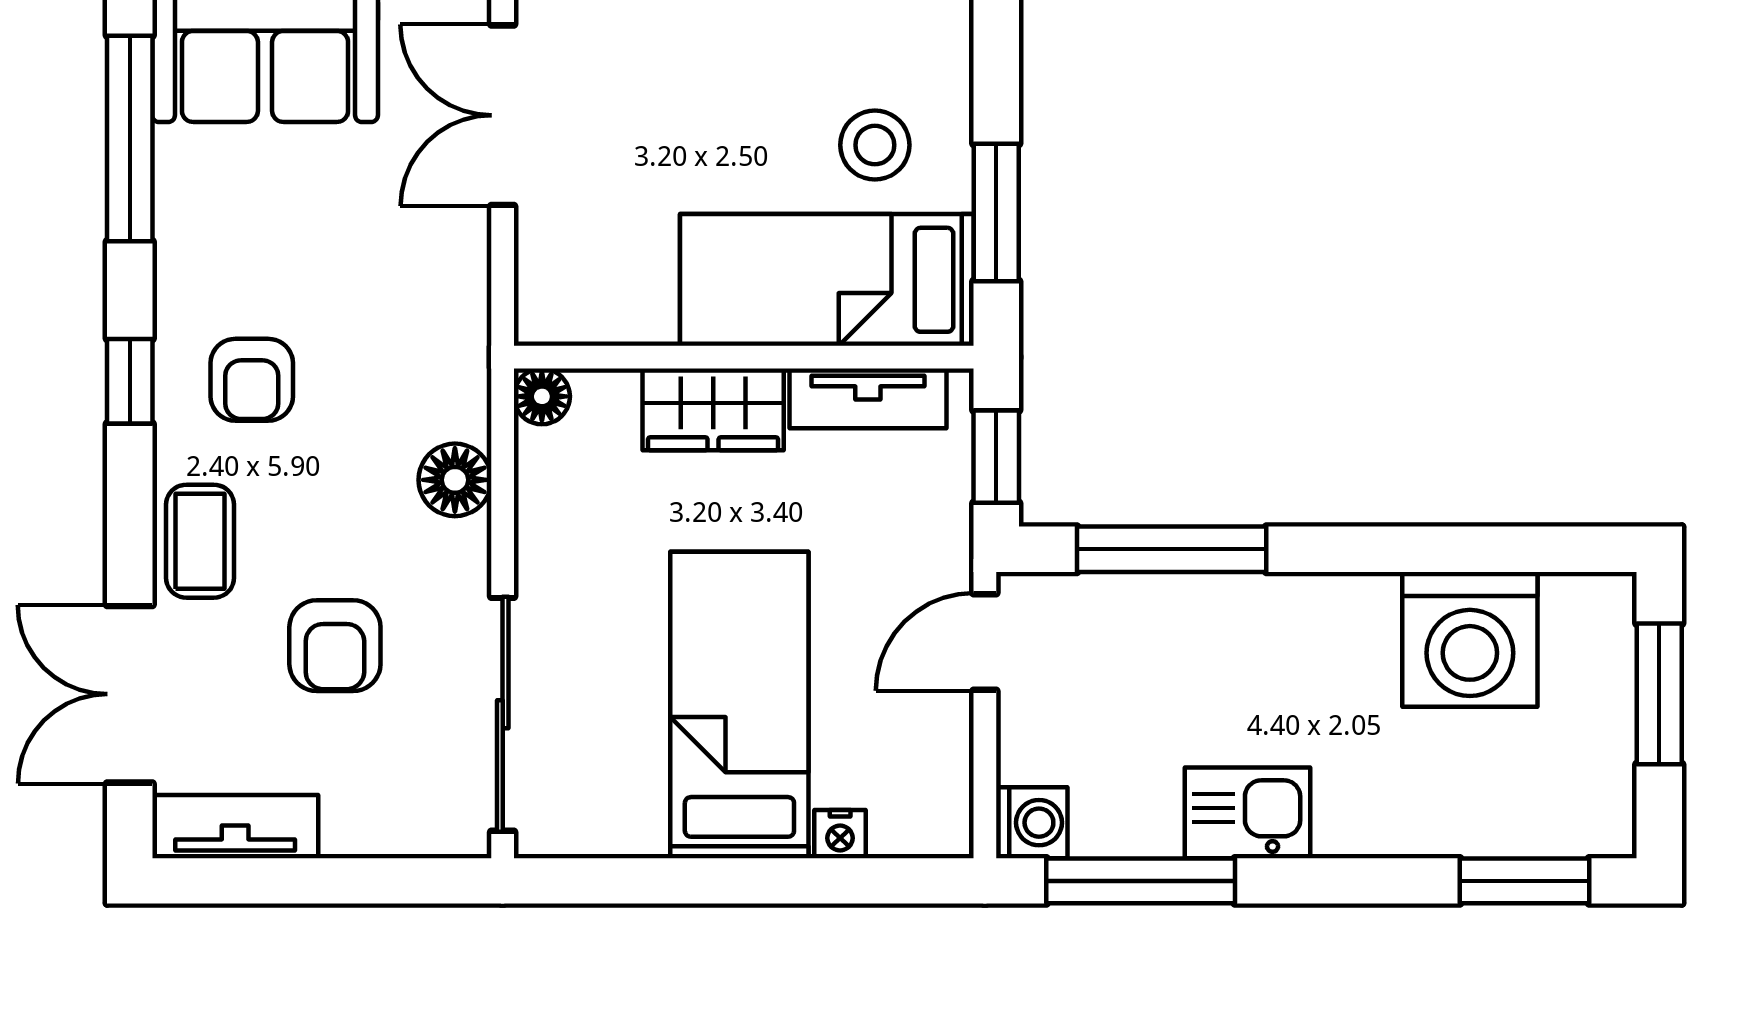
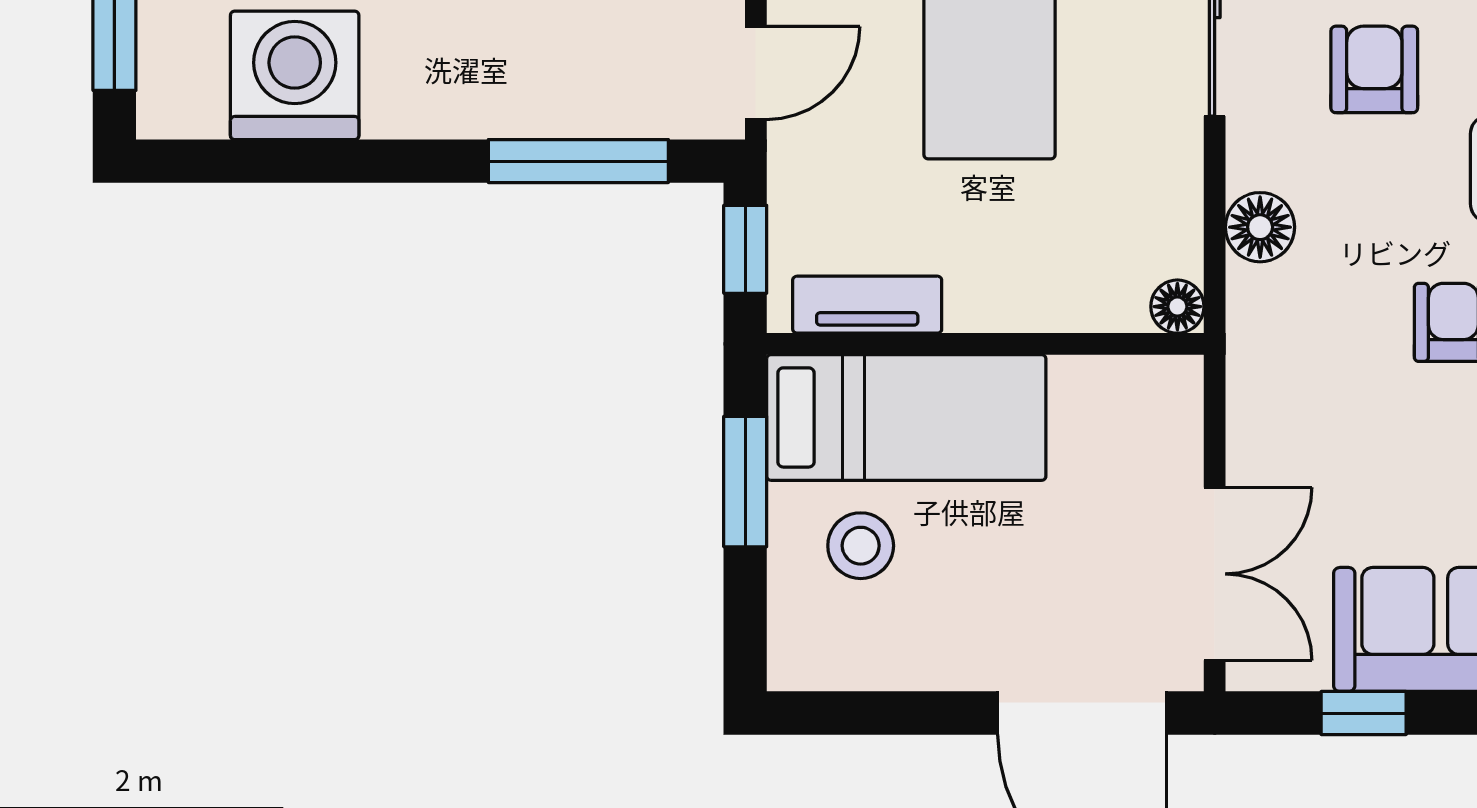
wardrobe: (713, 409) -> (1015, 294), removed

